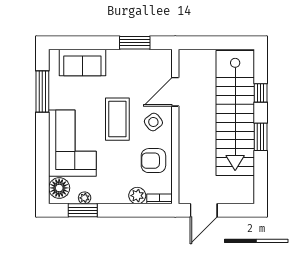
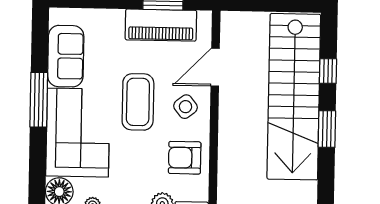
piano: (134, 61) -> (161, 25), added
sofa: (82, 62) -> (66, 56), moved, turned -90
window: (42, 91) -> (39, 100), moved

